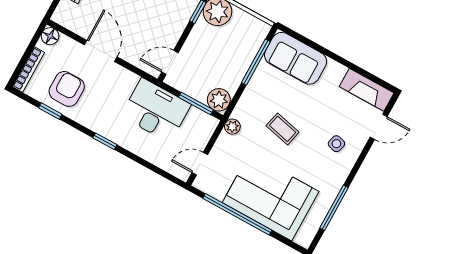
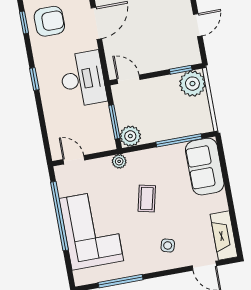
desk: (156, 110) -> (83, 79), moved

